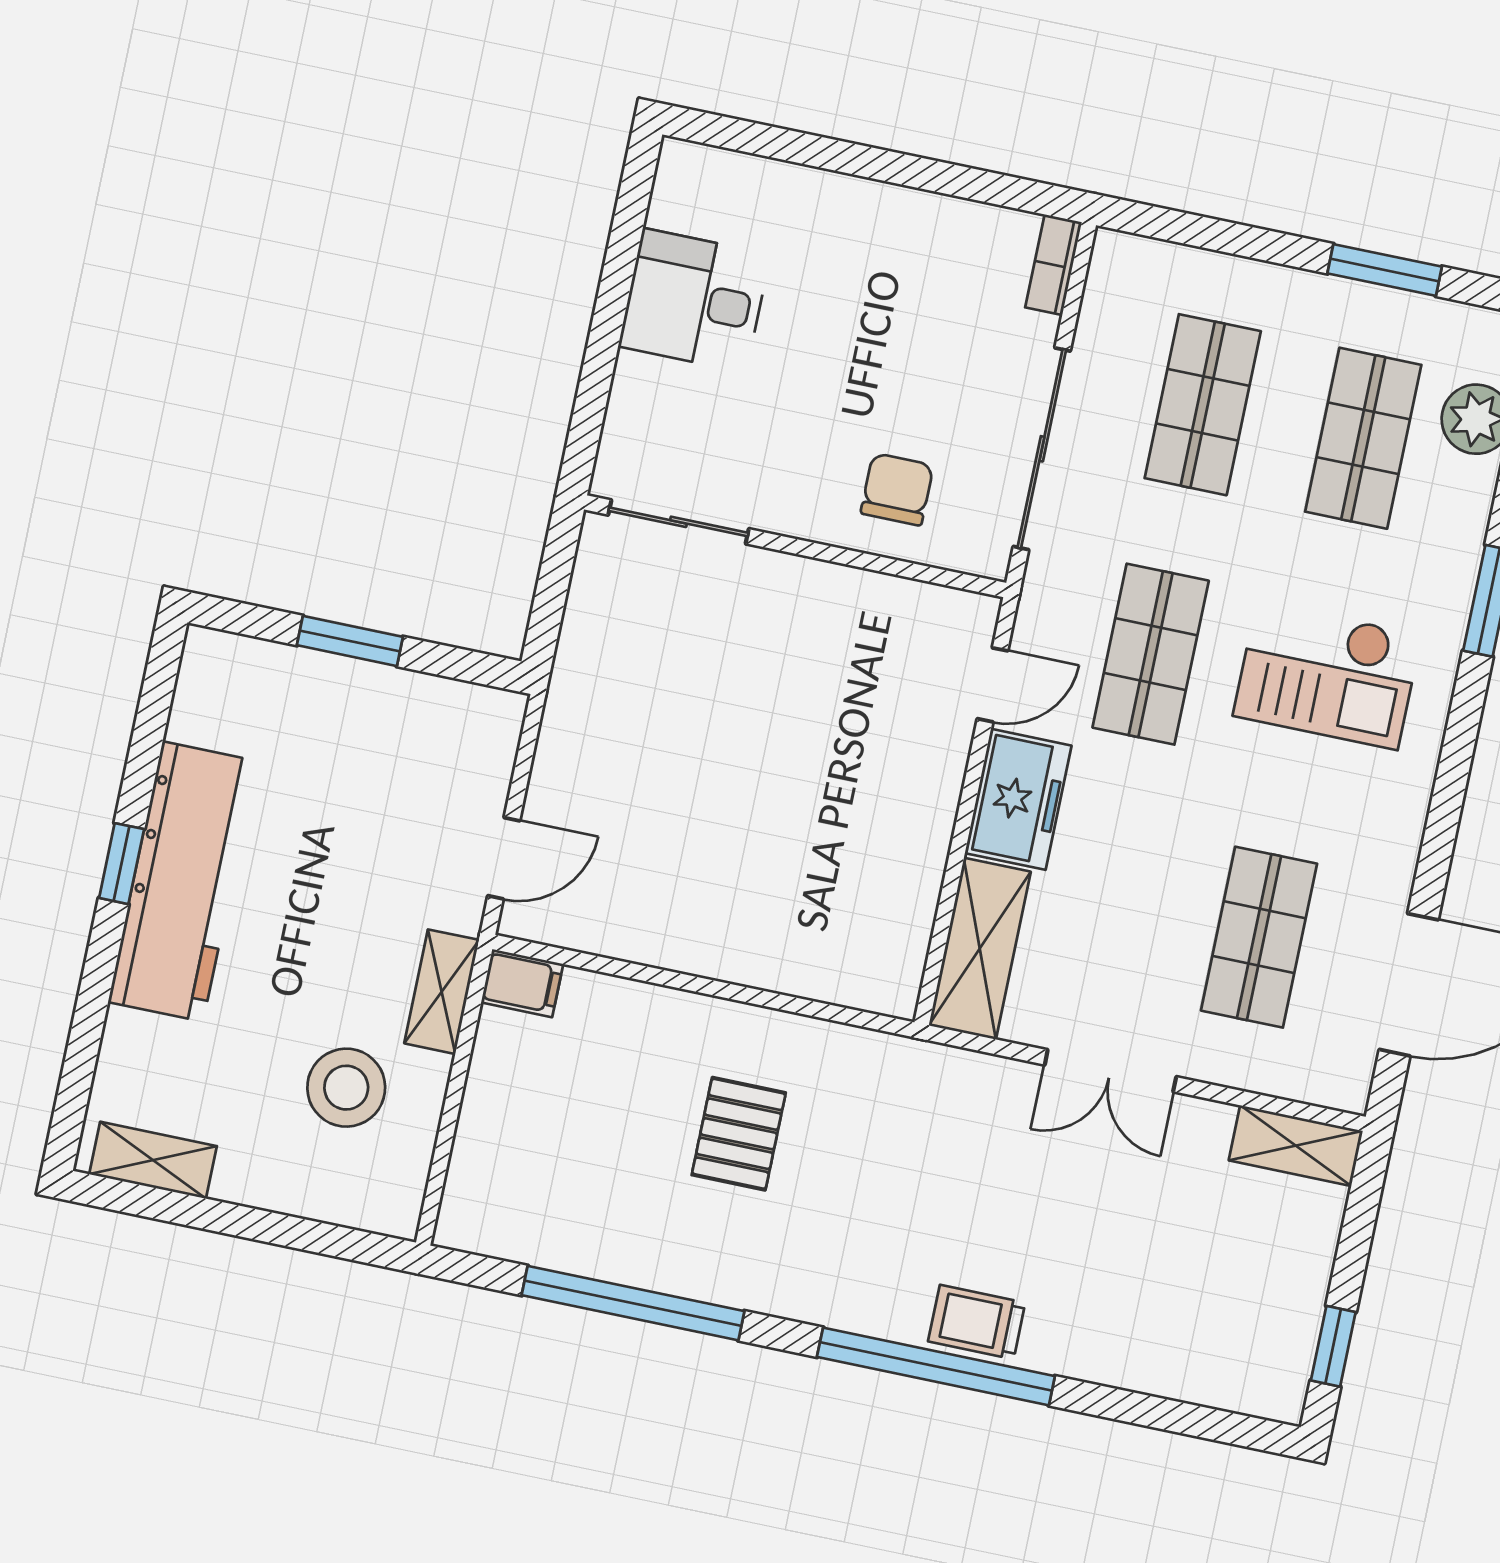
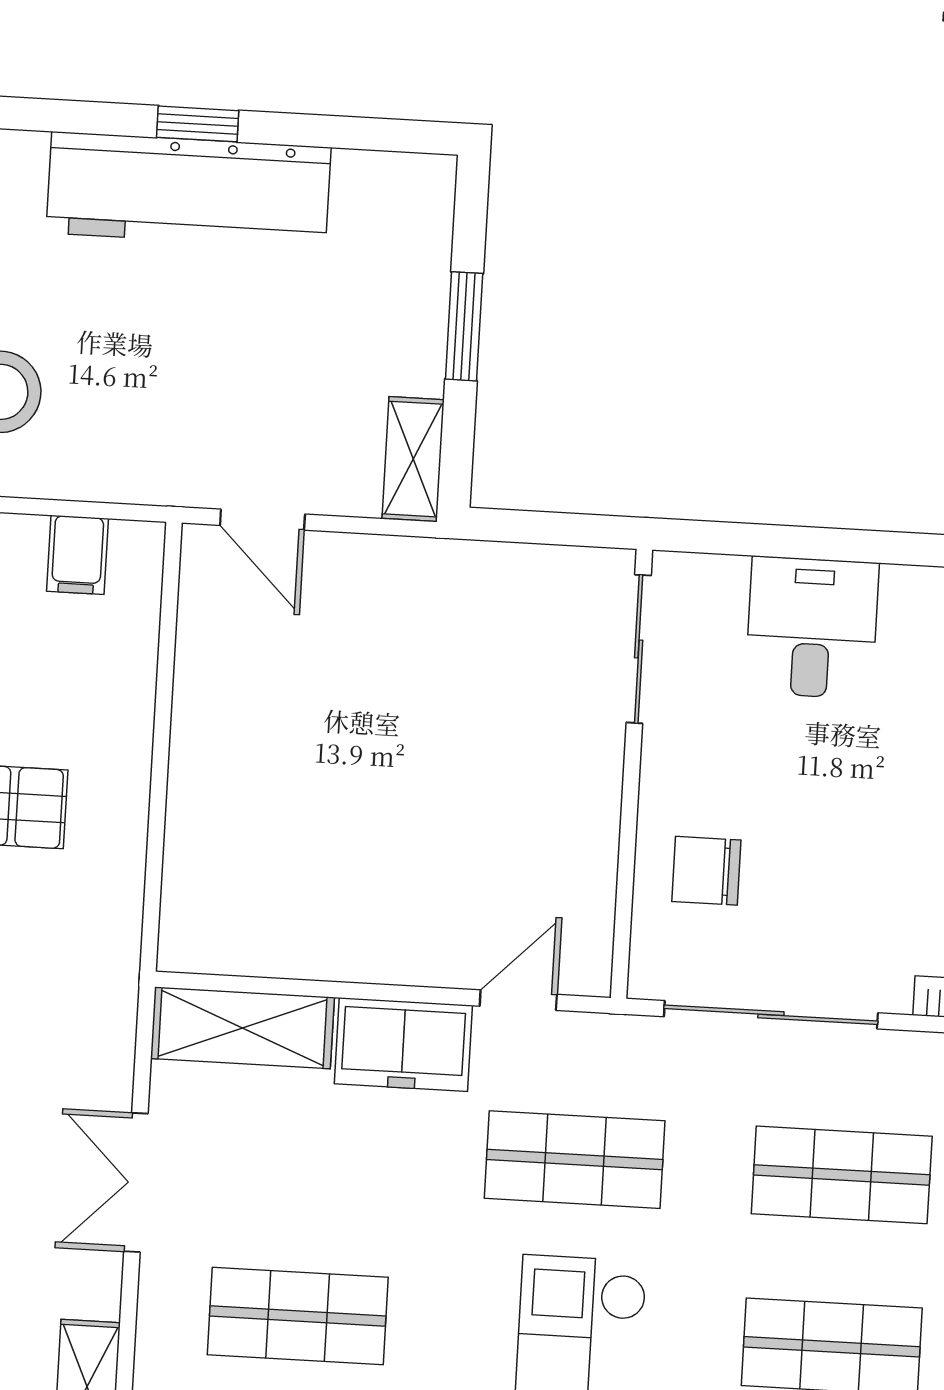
desk: (694, 300) -> (812, 628), moved
chair: (897, 489) -> (706, 871), turned 180
door: (993, 685) -> (518, 1000), swing flipped
filing cabinet: (522, 983) -> (78, 555), moved
shelving: (442, 992) -> (413, 459), moved, turned 90

